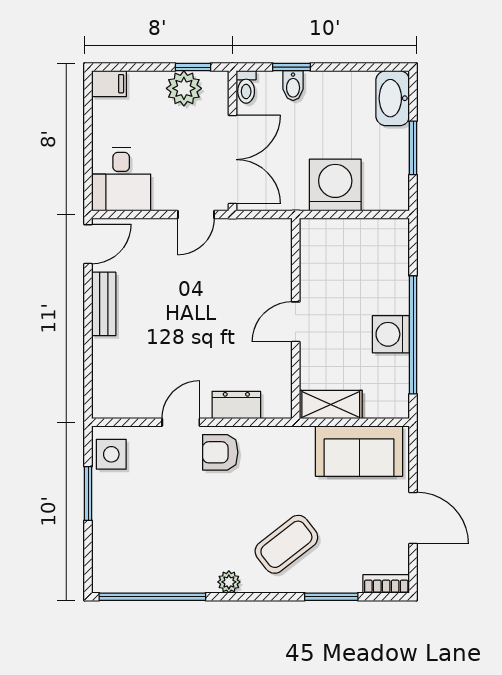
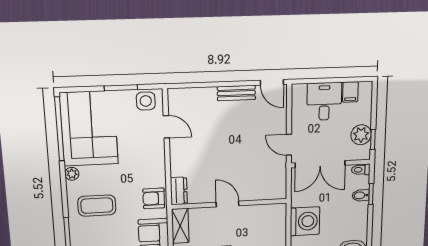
filing cabinet: (109, 84) -> (350, 92), moved
desk: (121, 179) -> (324, 101), moved, turned 90
dresser: (236, 405) -> (179, 191), moved
door: (181, 422) -> (166, 127), moved
armchair: (220, 452) -> (154, 198), moved, turned -90
coffee table: (286, 544) -> (97, 206), turned -52
corner sofa: (153, 549) -> (89, 129), added

